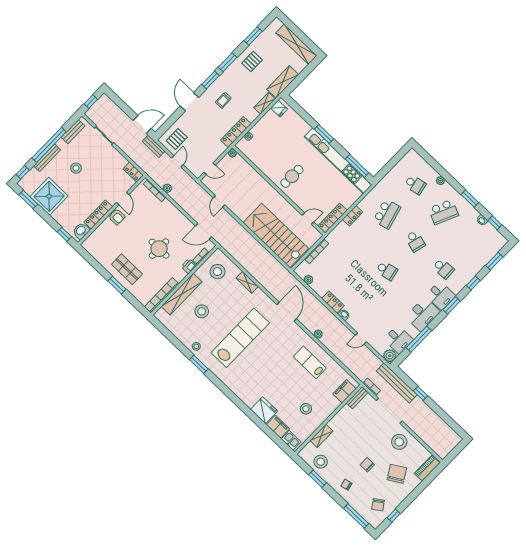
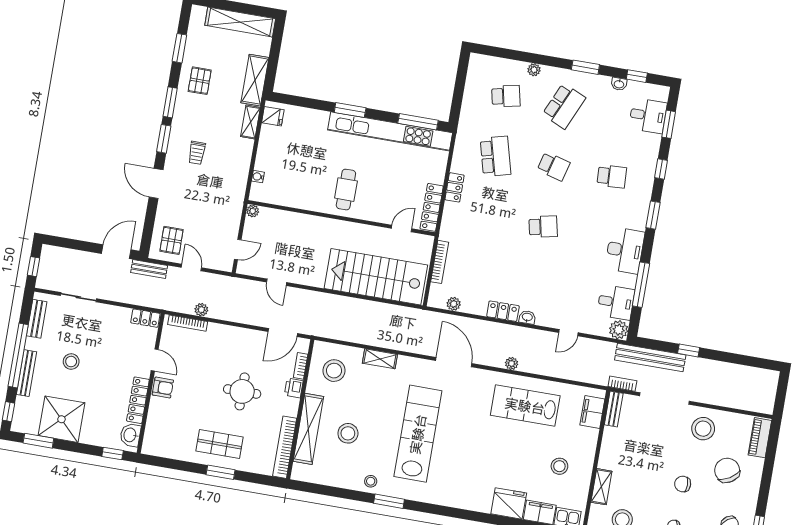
locker: (236, 132) -> (239, 182), removed
desk: (441, 296) -> (648, 116), moved
lab bench: (310, 362) -> (525, 406), width x1.36, depth x1.39

